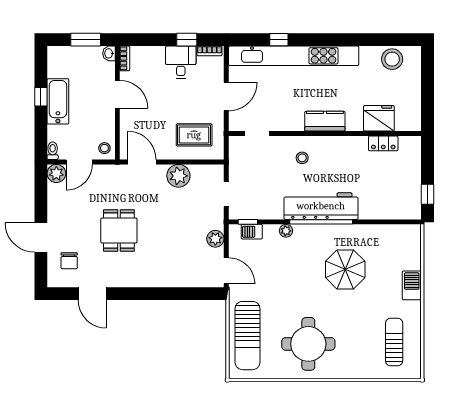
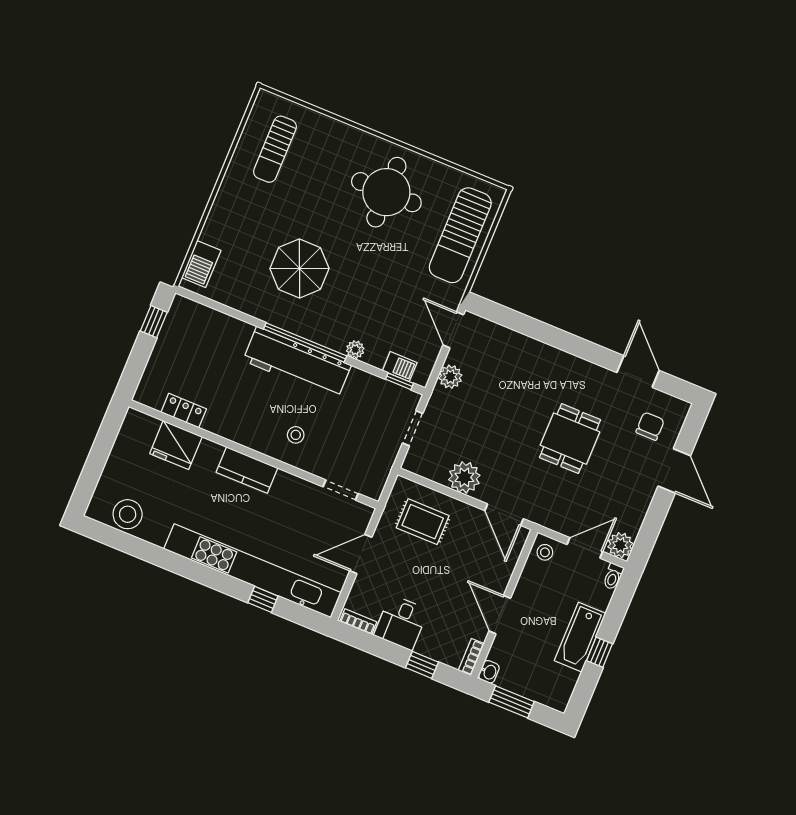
window: (187, 40) -> (422, 665), moved
barbecue: (412, 285) -> (201, 264), moved
sun lounger: (248, 336) -> (460, 235), turned 180

